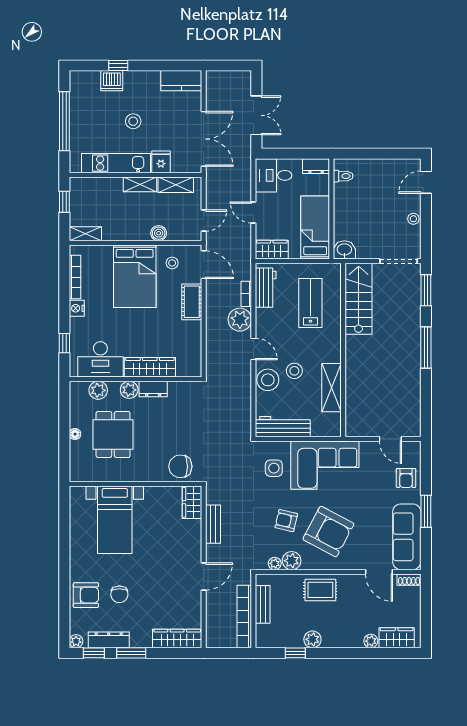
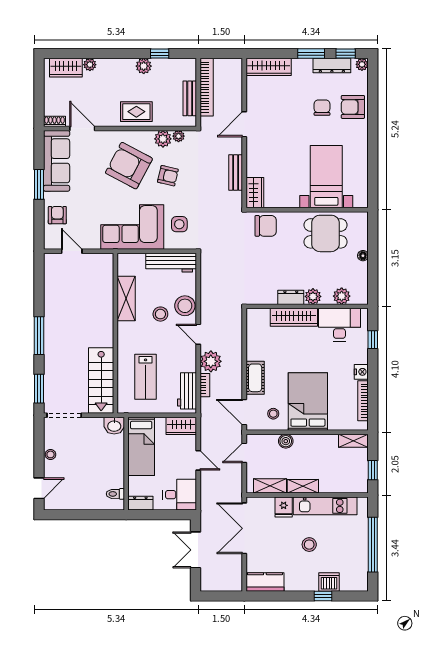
dining table: (113, 434) -> (326, 233), moved, turned 90

